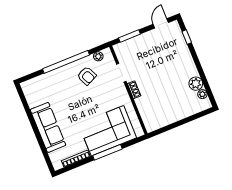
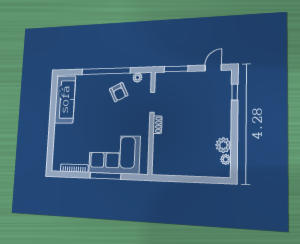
sofa: (48, 127) -> (65, 99), moved

